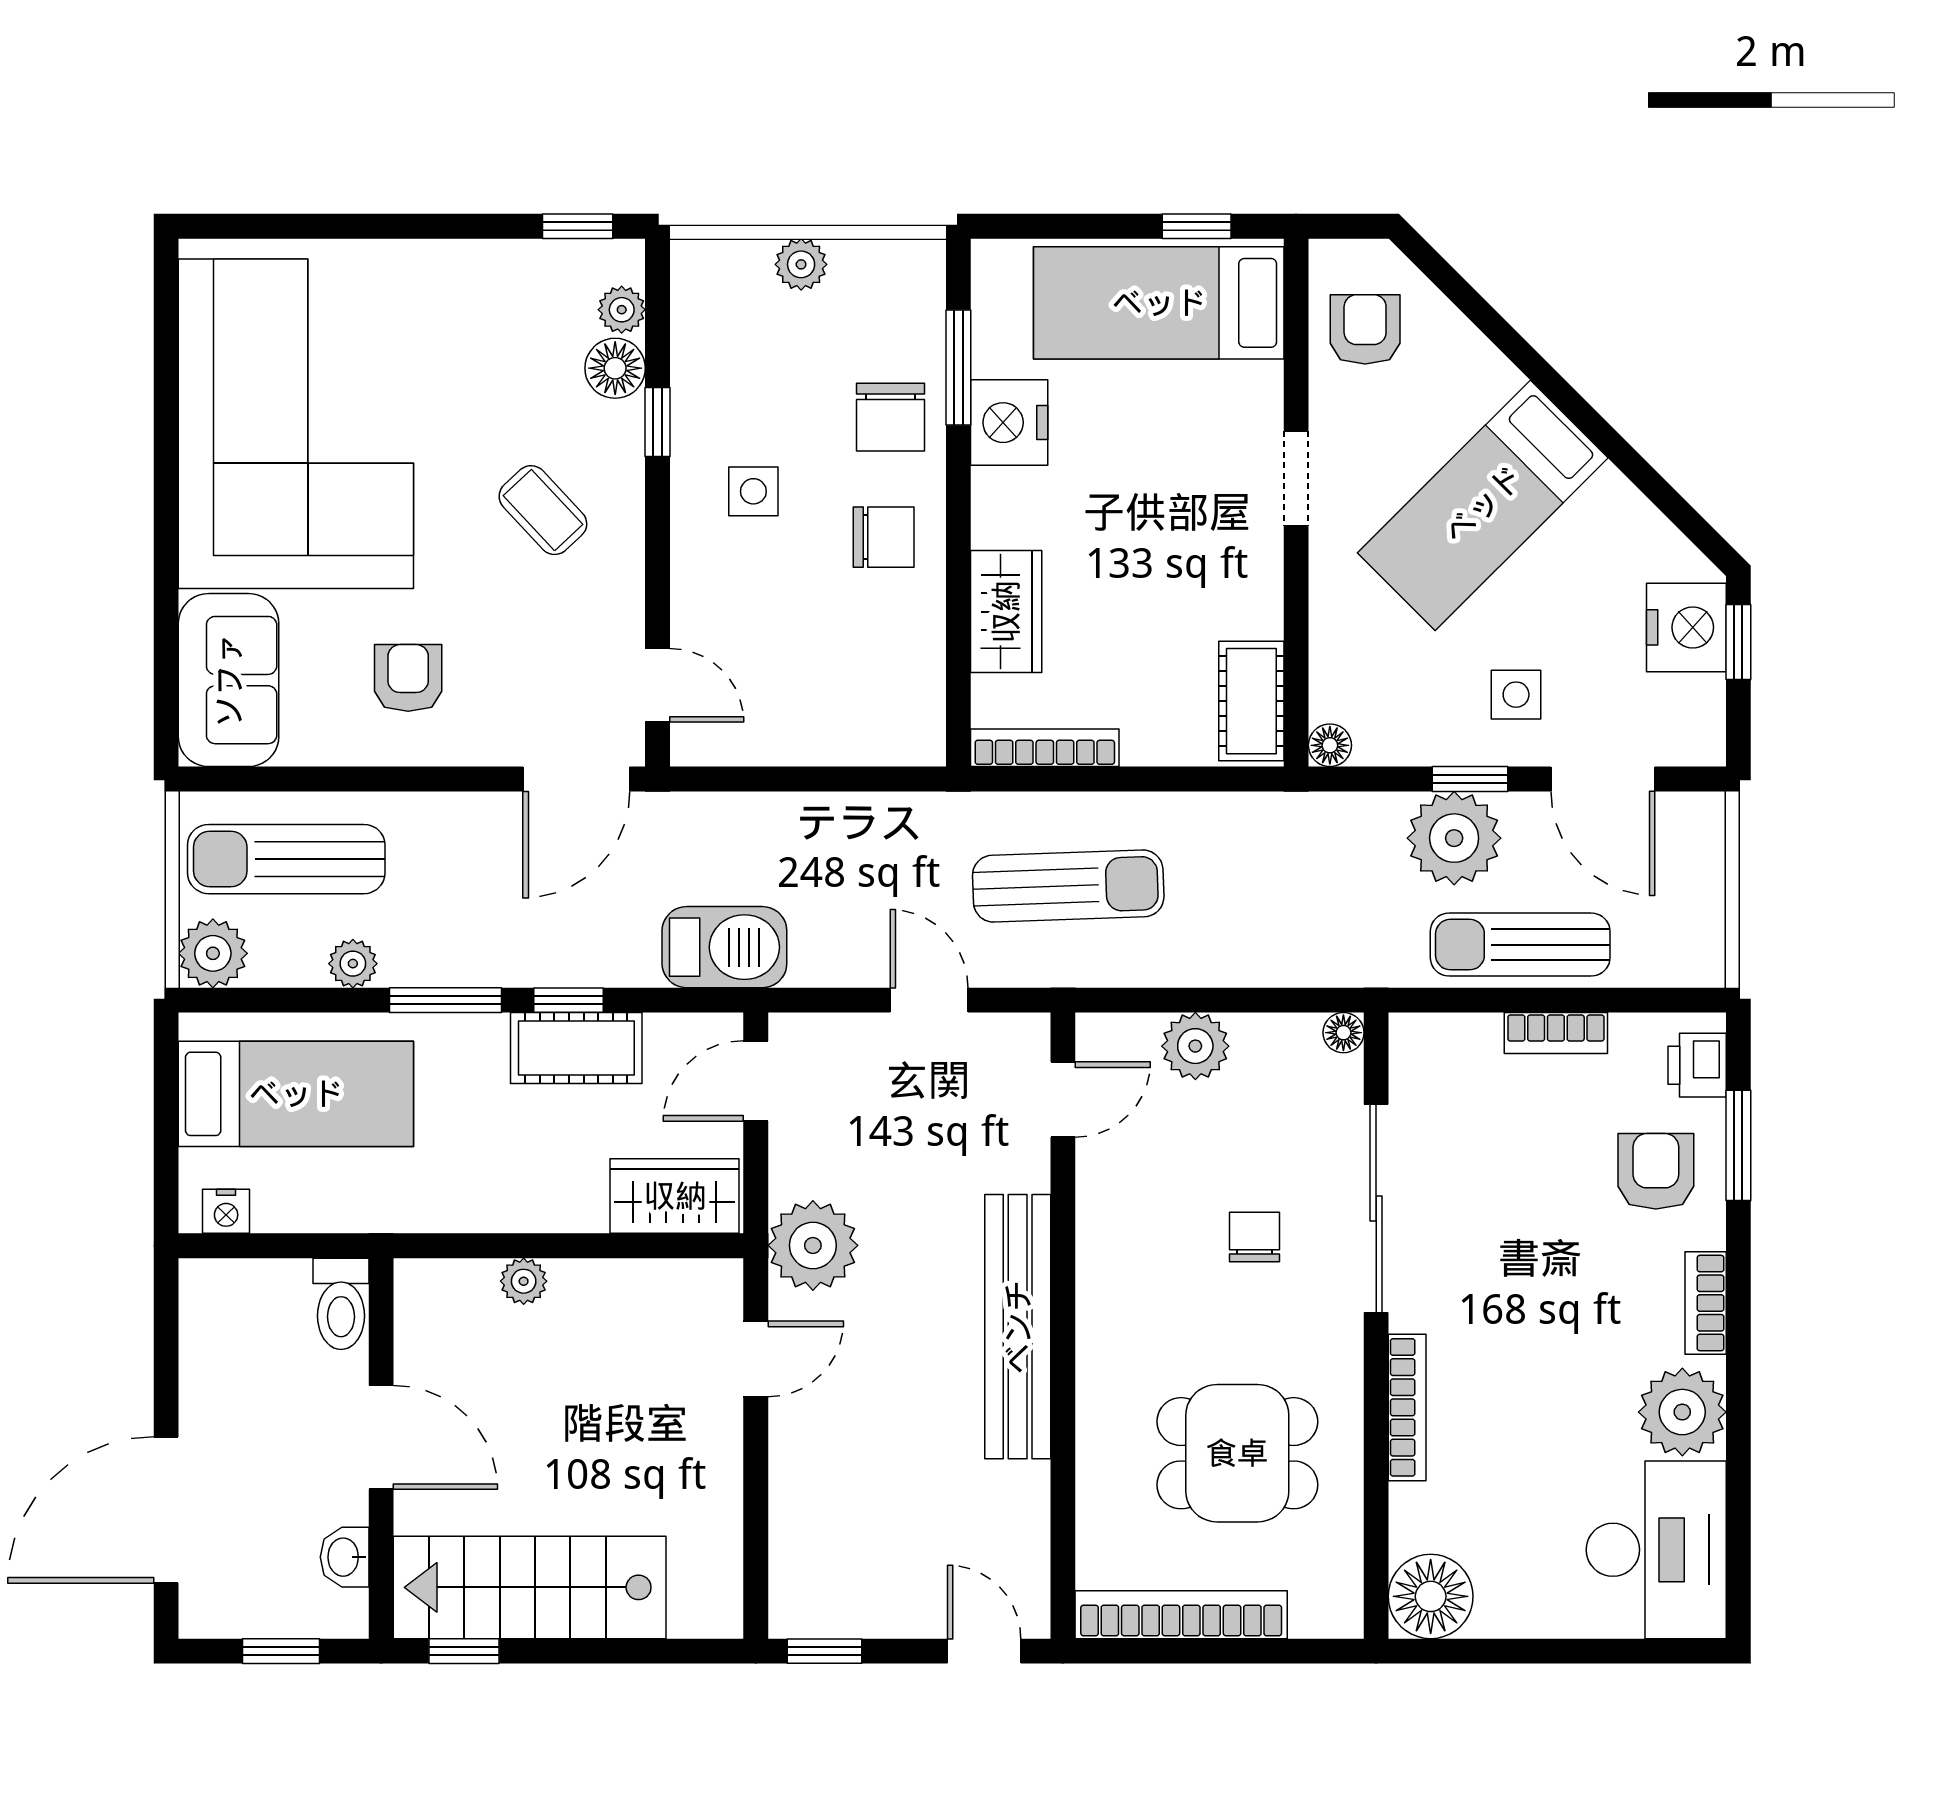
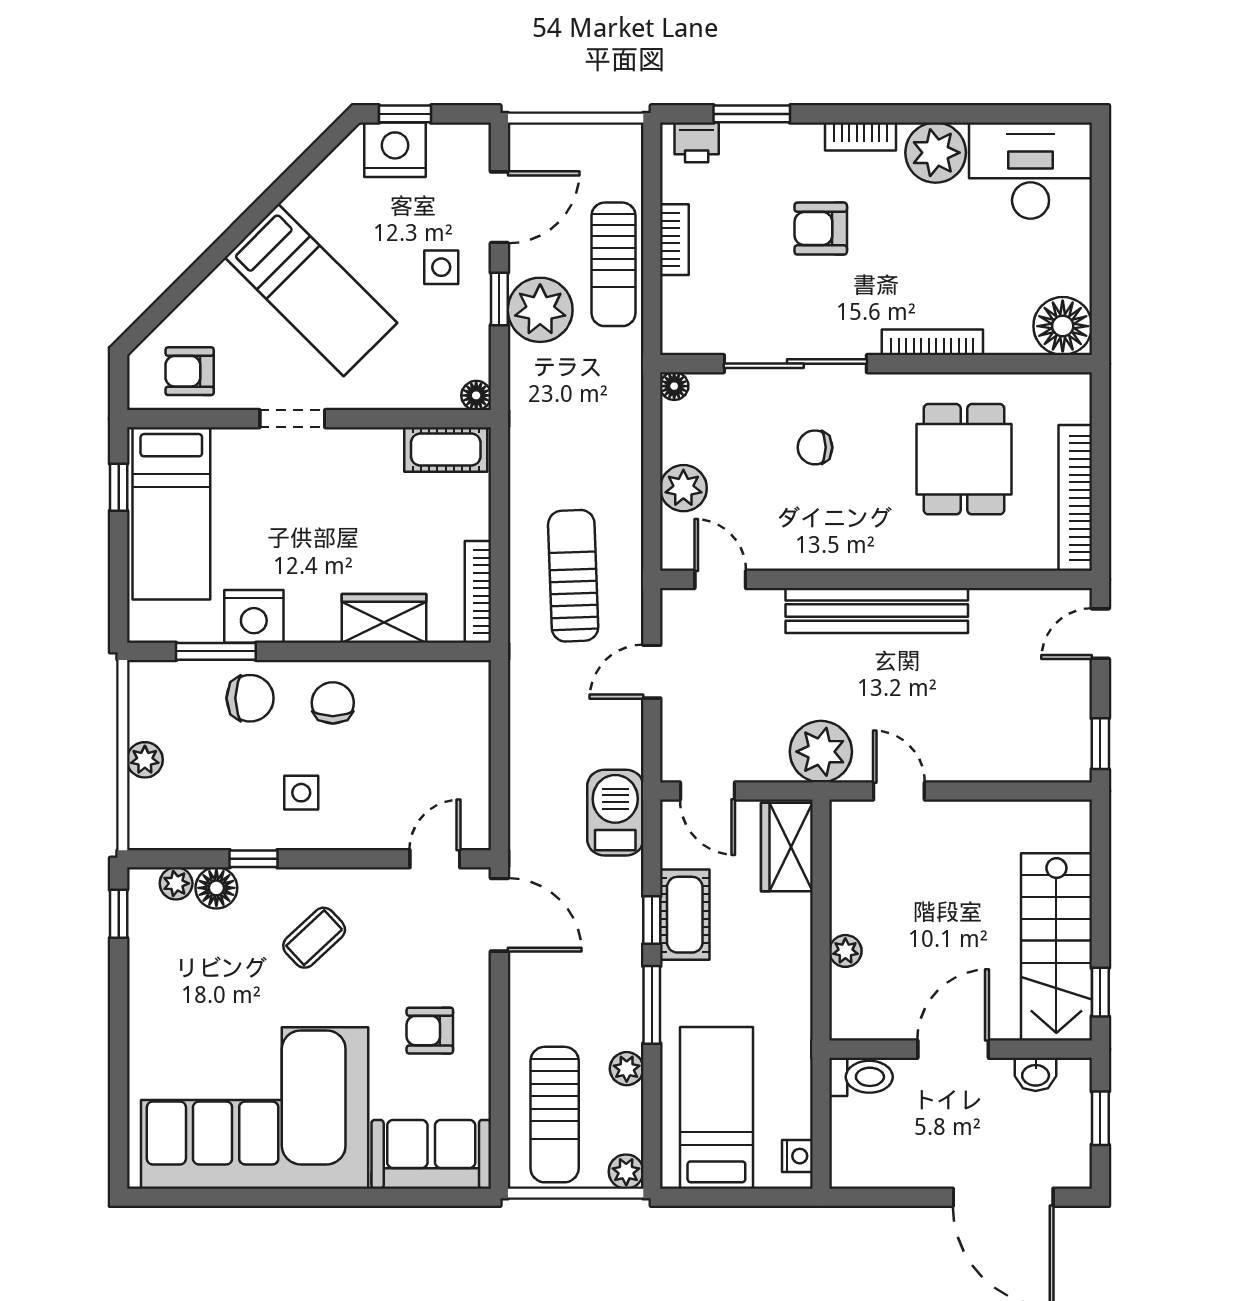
plant: (213, 953) -> (626, 1172), width x0.73, depth x0.73
armchair: (1656, 1171) -> (821, 229), moved

